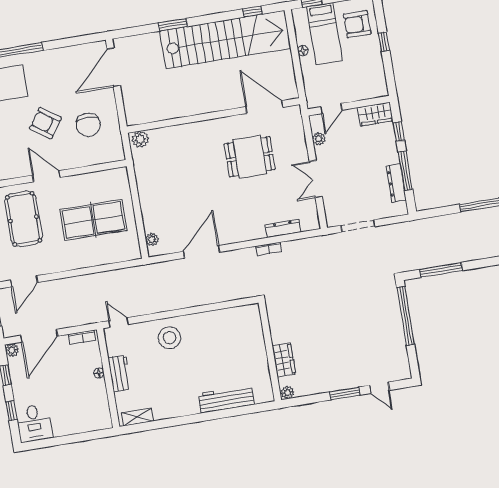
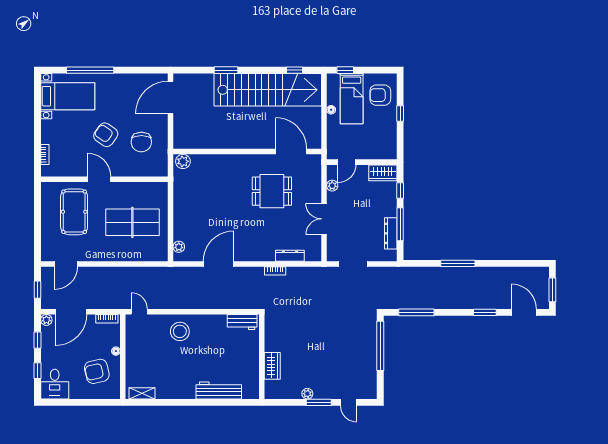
workbench: (120, 373) -> (242, 322), moved, turned 90
plant: (288, 393) -> (307, 394), moved
armchair: (81, 400) -> (97, 371), added

